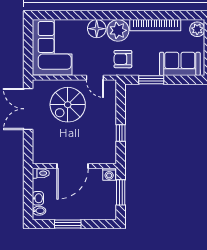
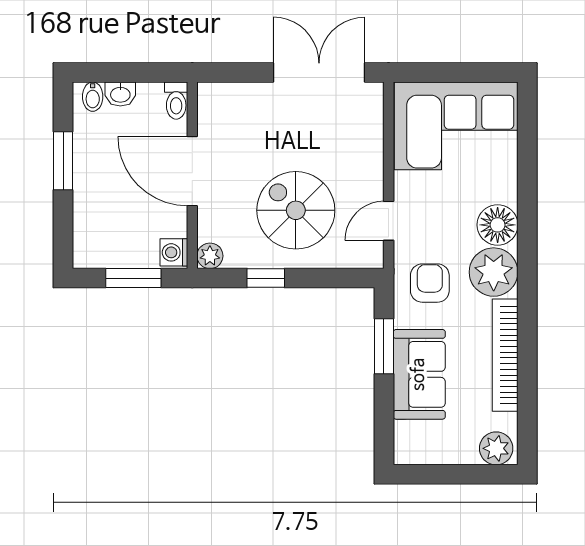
sofa: (180, 64) -> (419, 374), moved
spiral stairs: (68, 105) -> (296, 210), moved
plant: (111, 158) -> (210, 256), added

